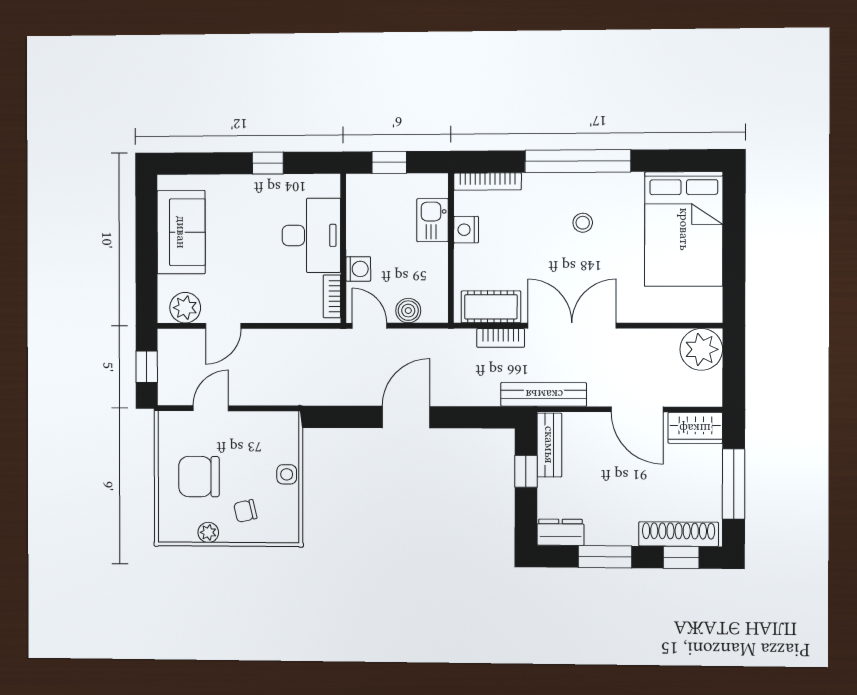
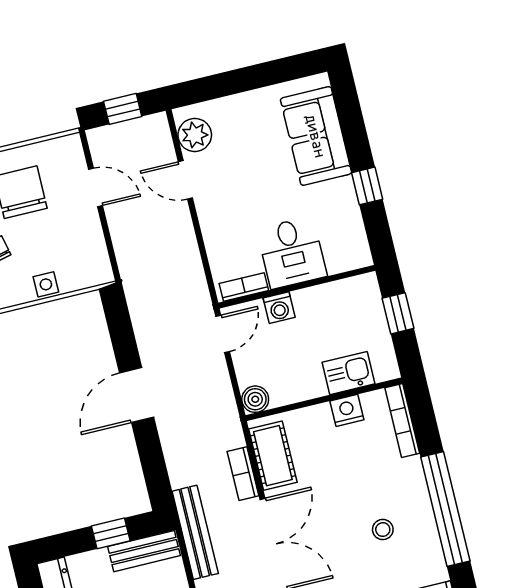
sofa: (181, 232) -> (316, 136), moved, turned 90
desk: (311, 235) -> (292, 253), width x0.73
boiler: (408, 311) -> (255, 399), moved
door: (406, 417) -> (137, 395), swing flipped

